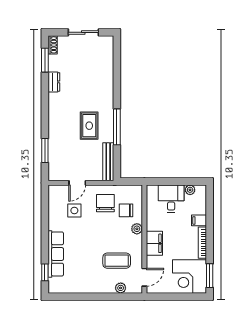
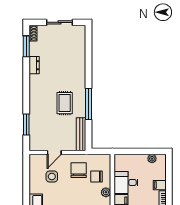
desk: (171, 199) -> (126, 182), moved, turned -90

